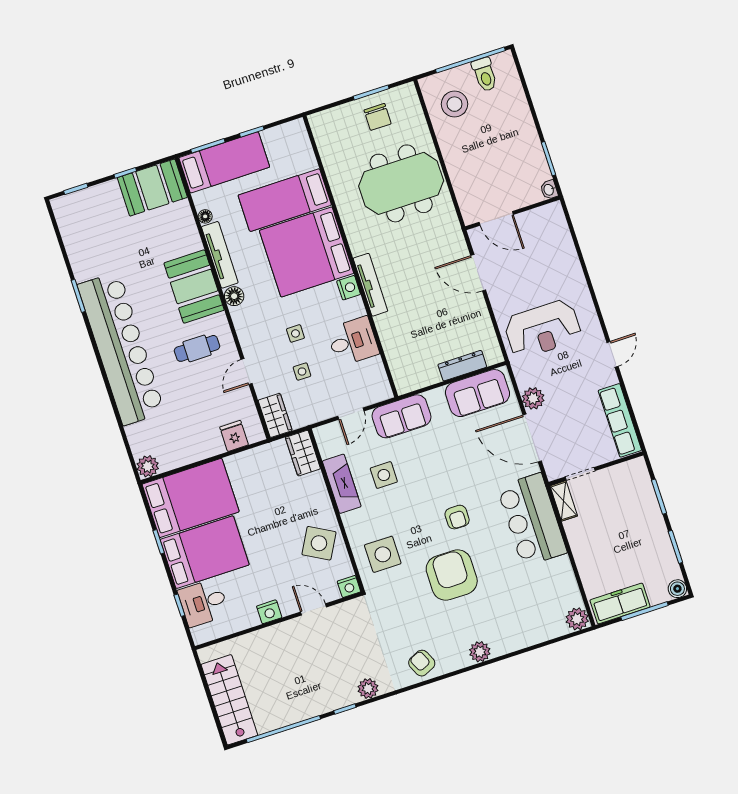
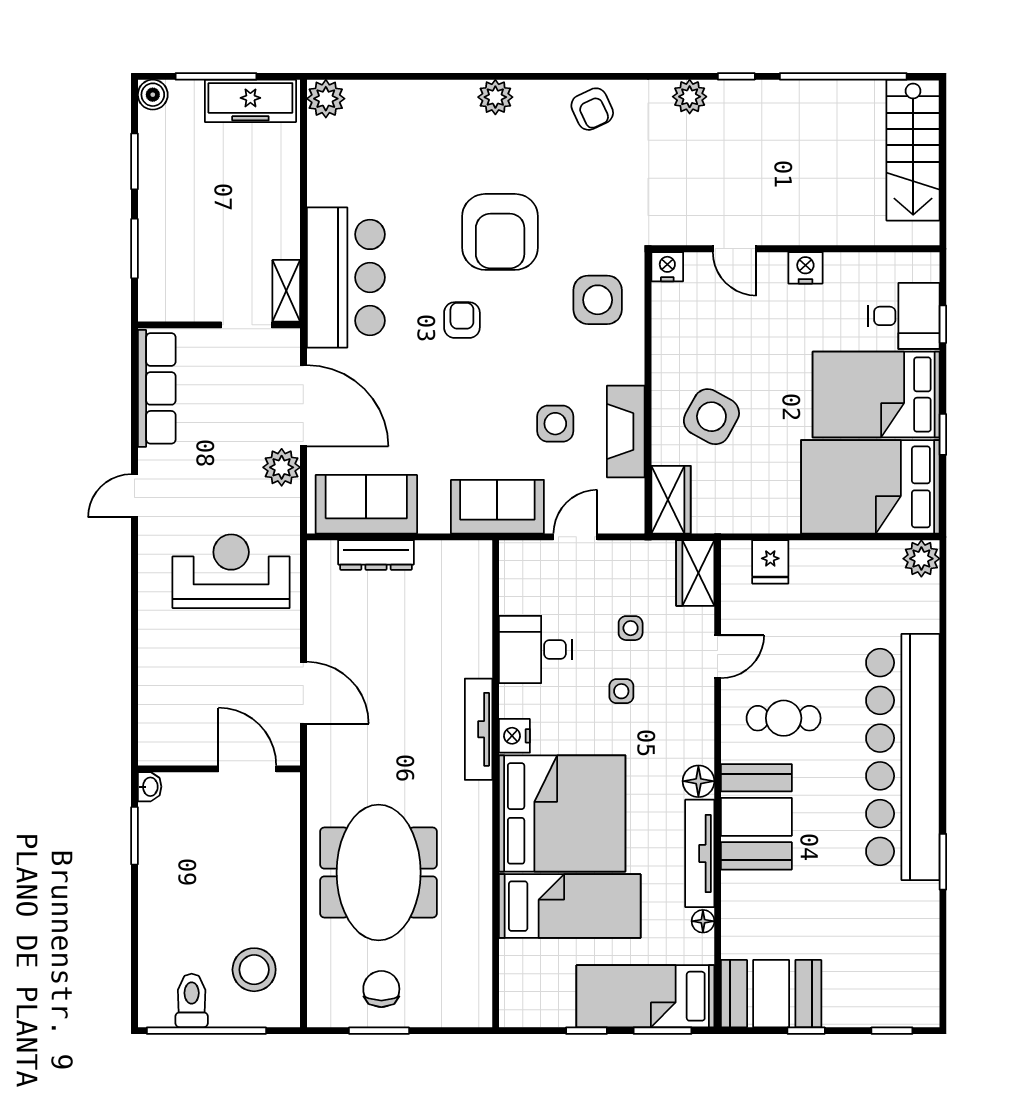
meeting table: (401, 183) -> (379, 872), turned 90
side table: (319, 543) -> (711, 417), moved

